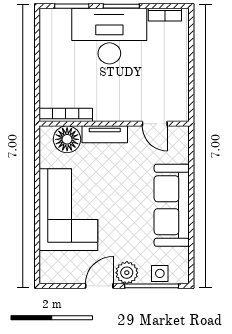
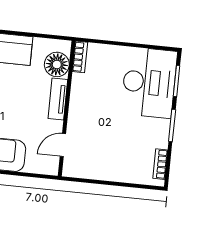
desk: (109, 36) -> (149, 82), moved
bookcase: (66, 115) -> (80, 57), width x0.64

